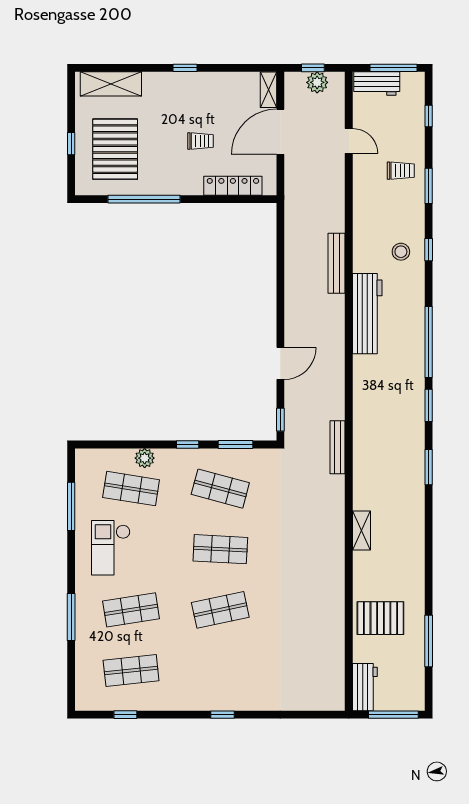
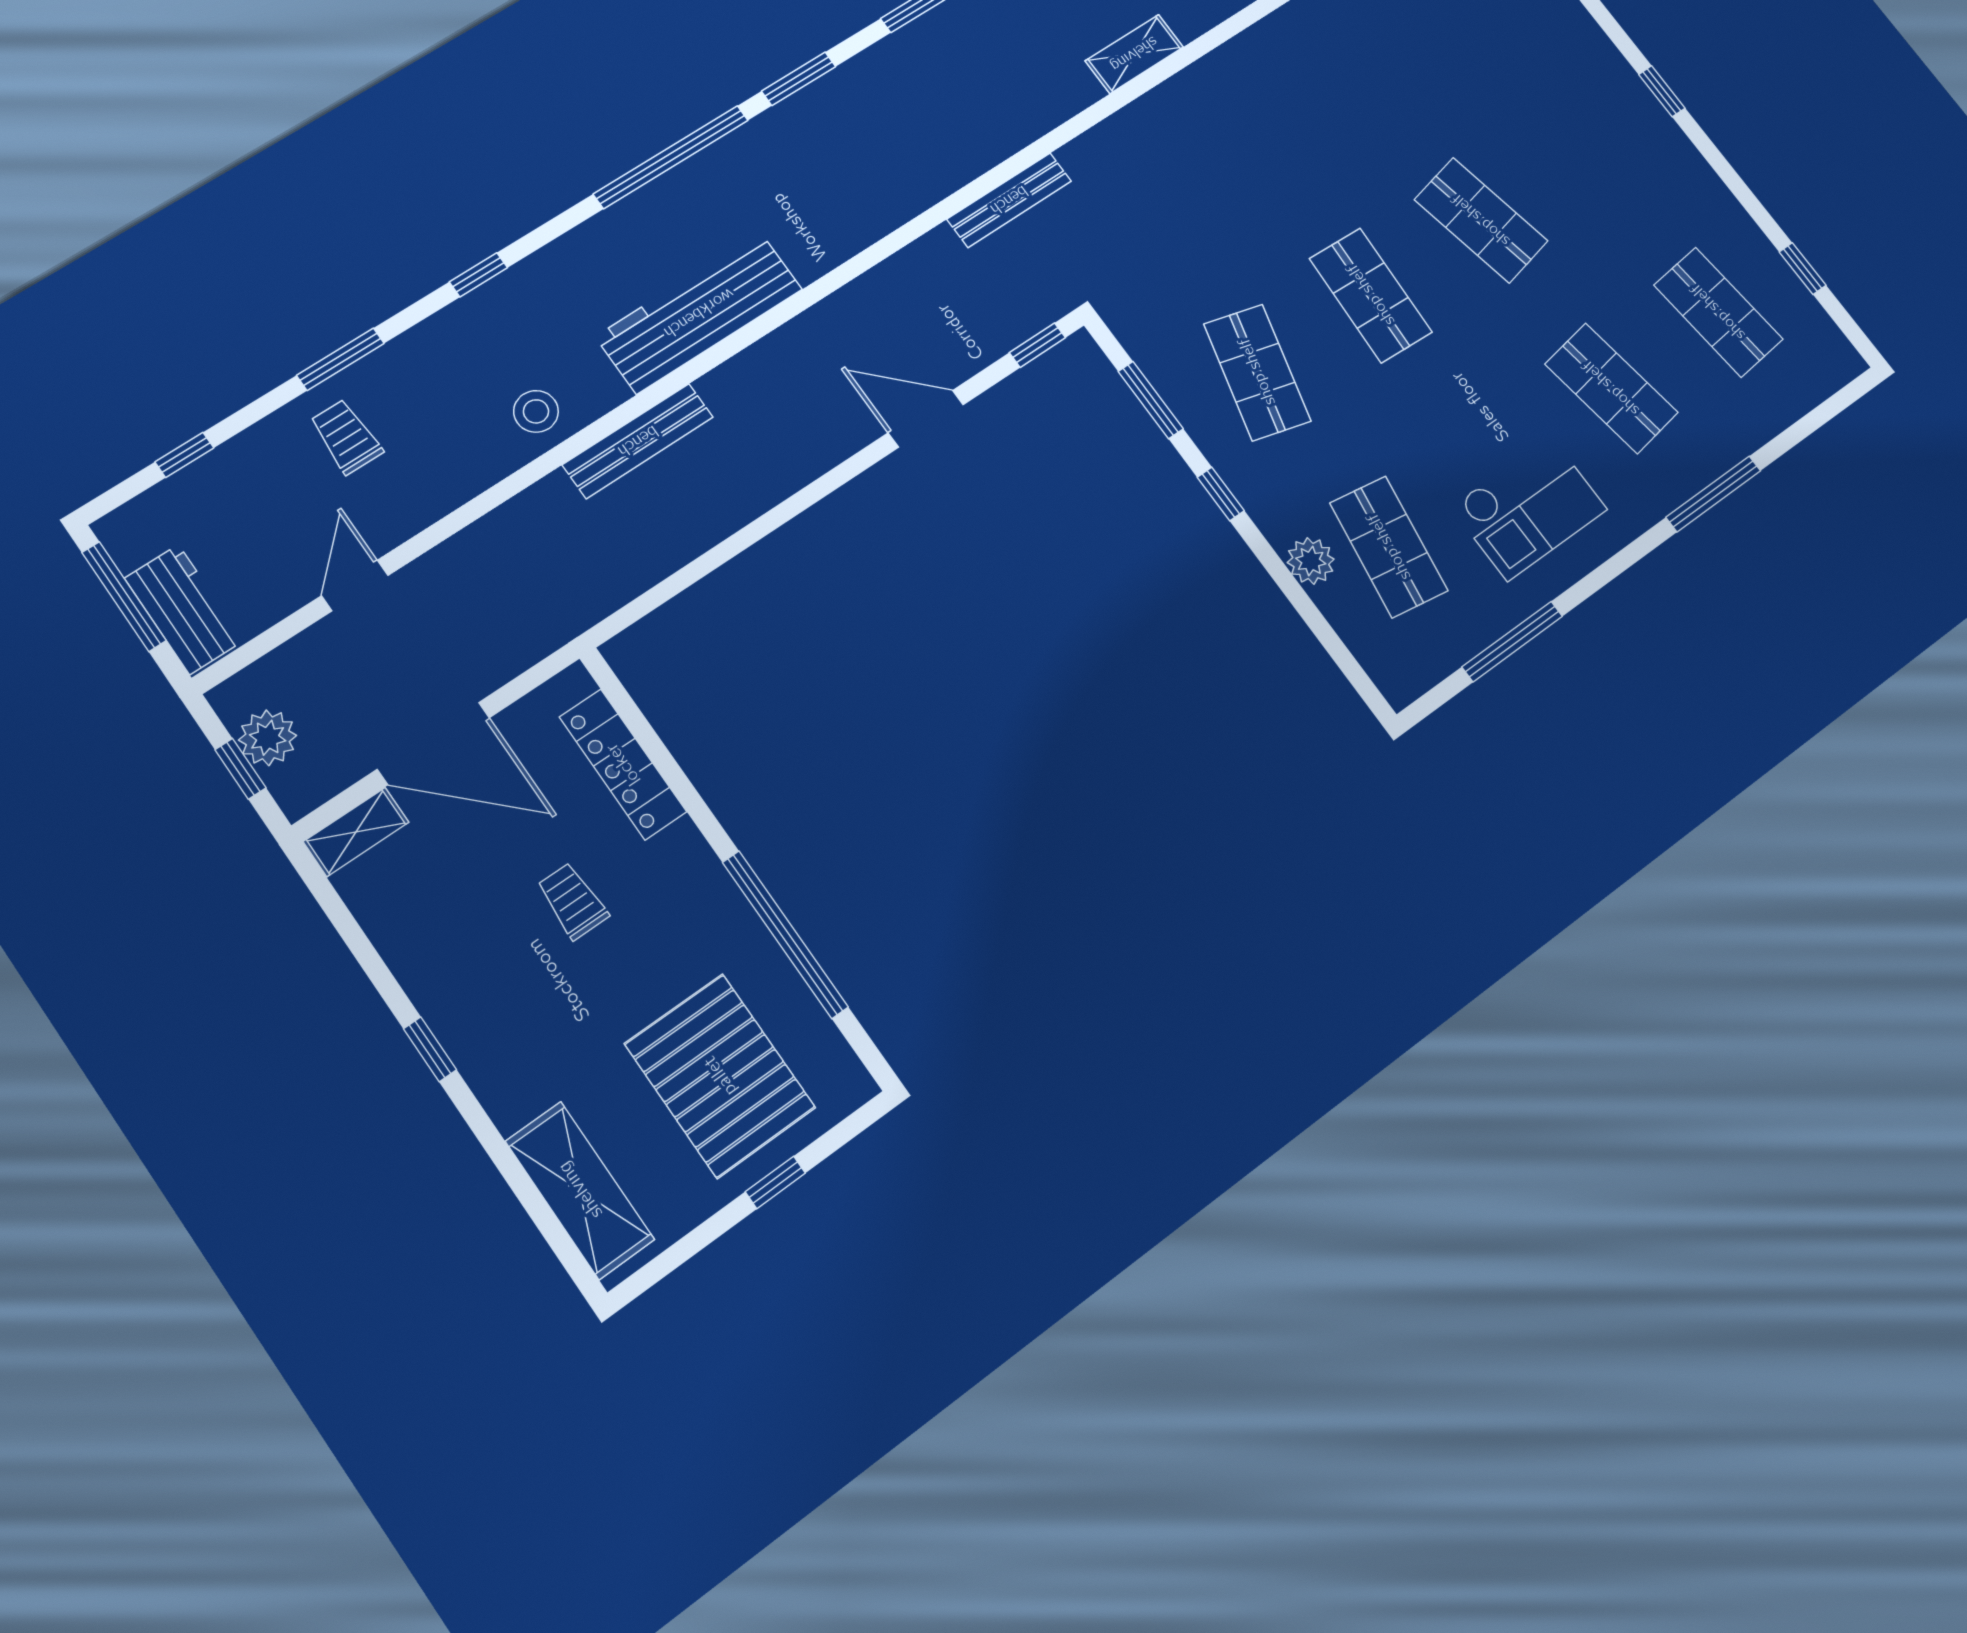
pallet: (115, 149) -> (720, 1076), turned 90
stool: (401, 252) -> (536, 411), moved

